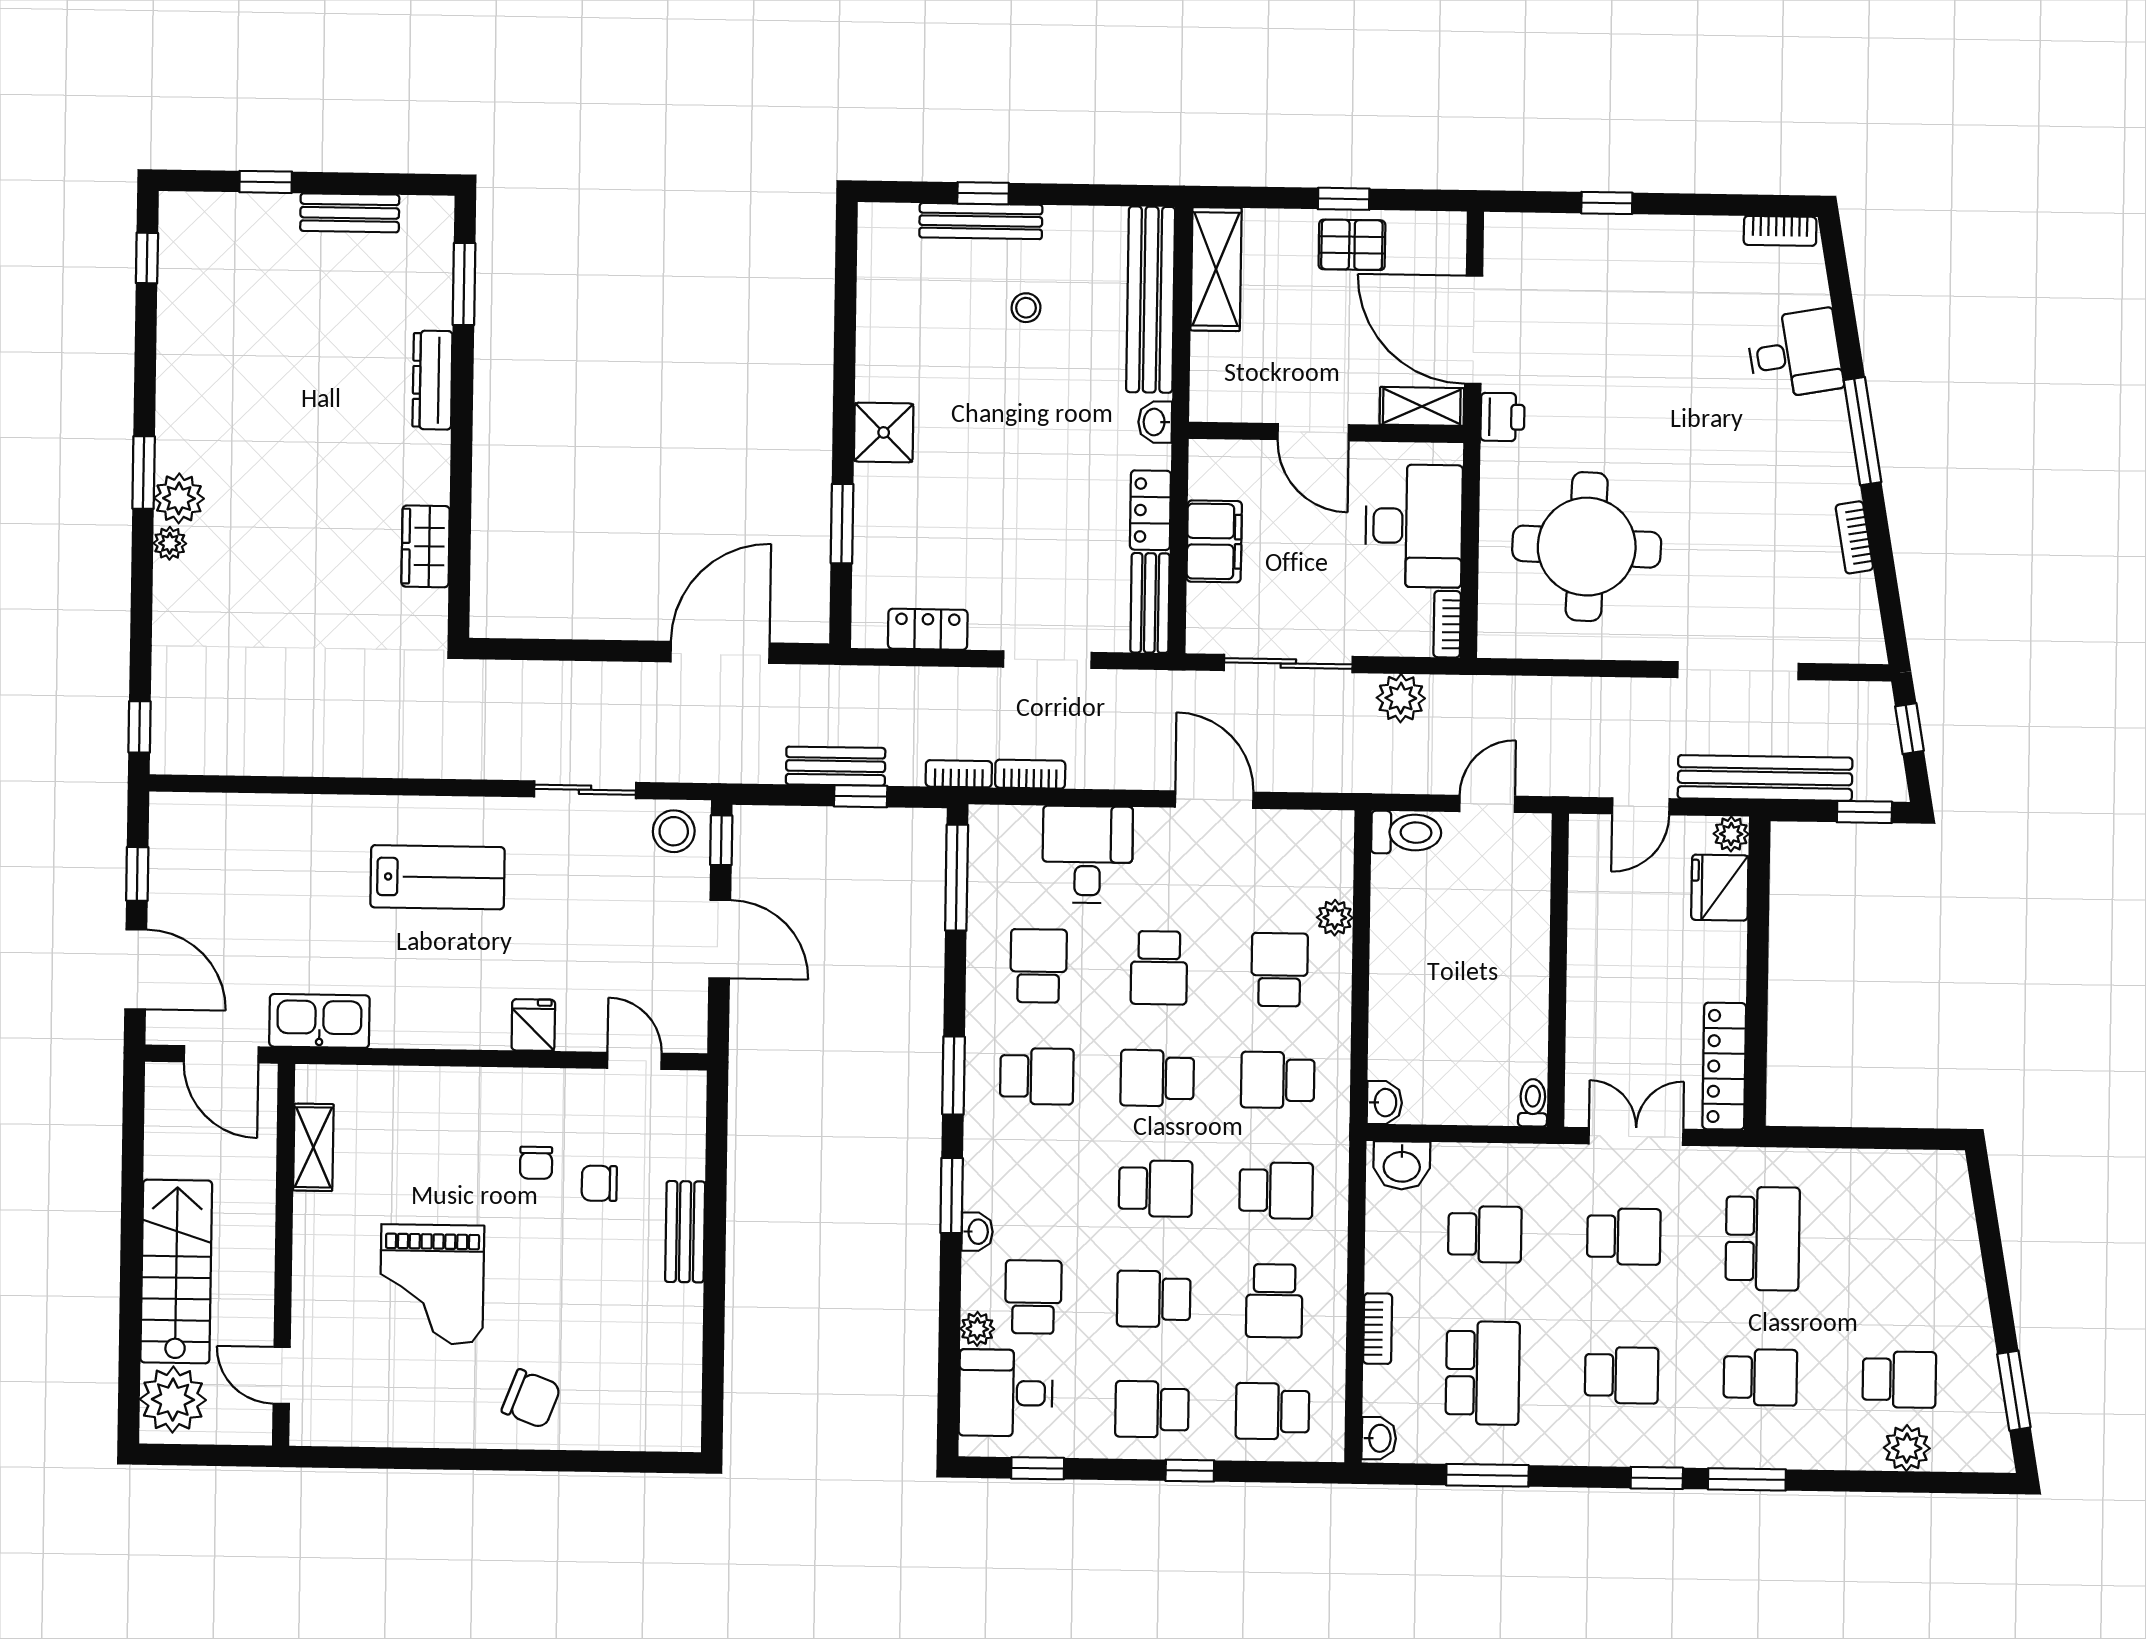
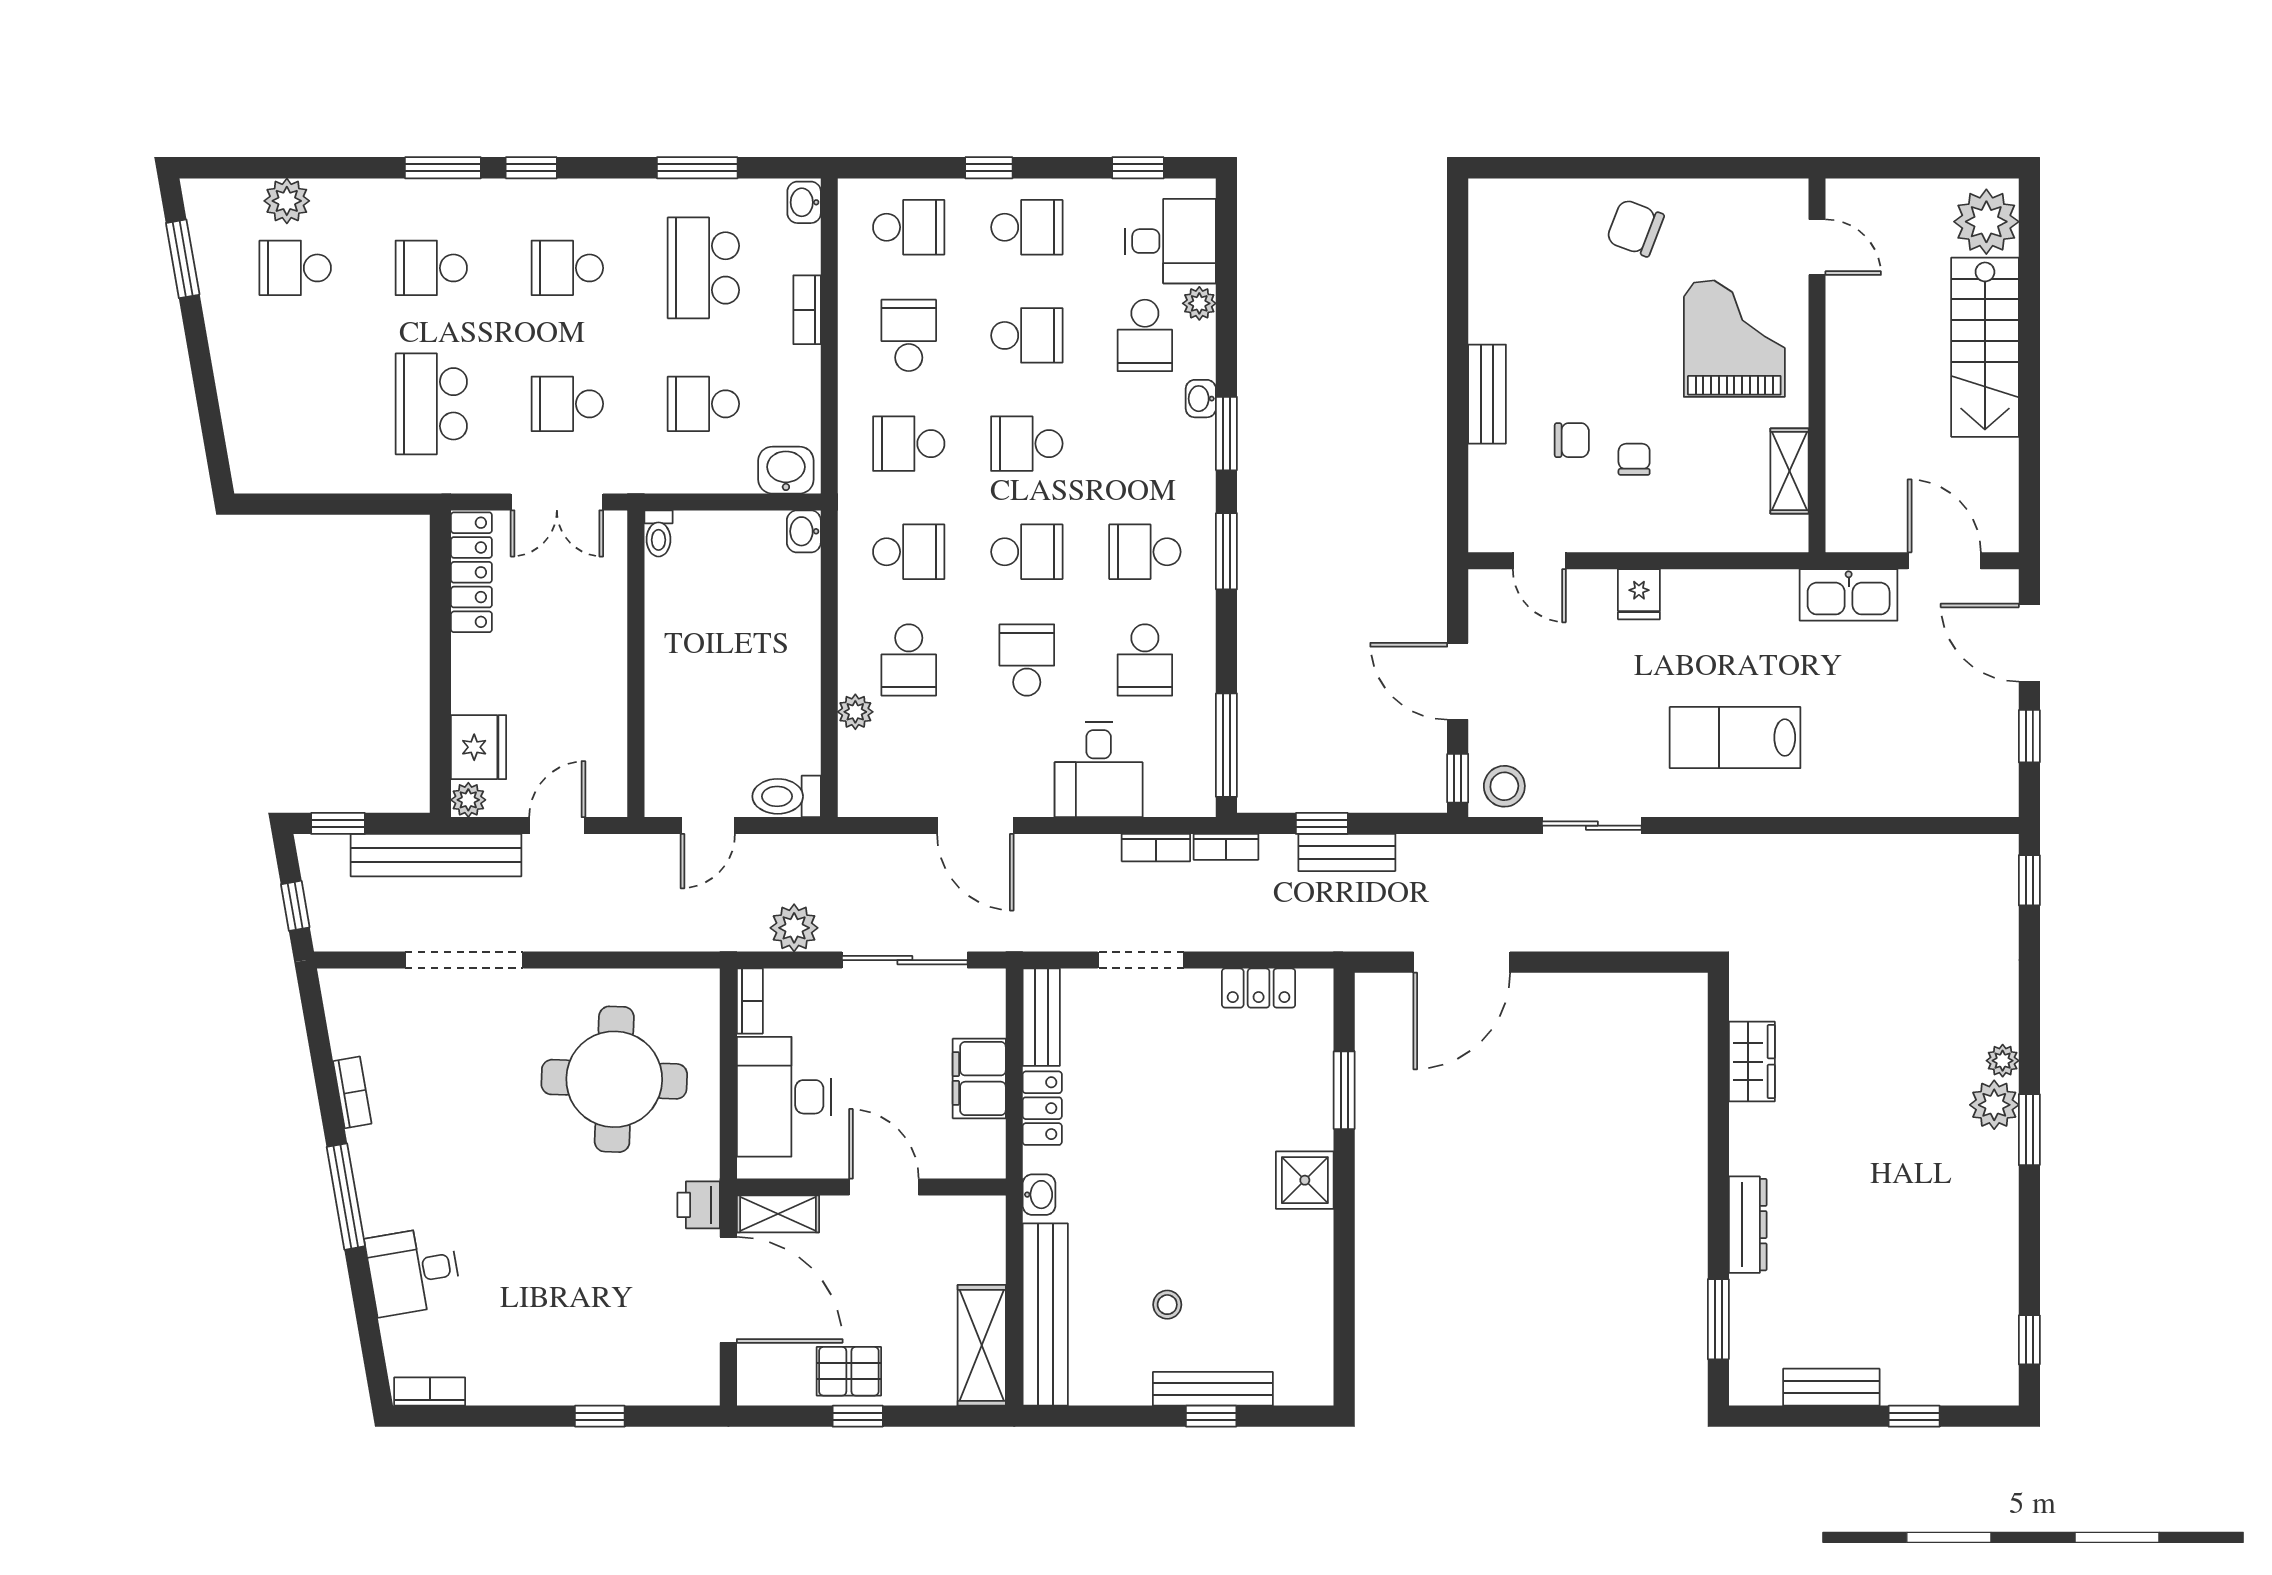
shelving: (313, 1147) -> (1789, 471), moved
wall: (284, 1255) -> (1817, 365), moved
door: (282, 1375) -> (1817, 247), moved

